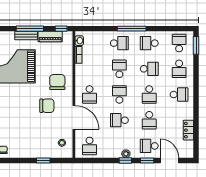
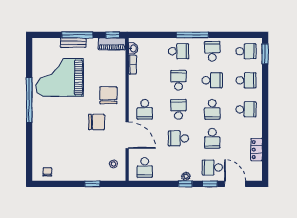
piano: (50, 37) -> (112, 44), moved
school desk: (149, 43) -> (212, 51), turned 90
school desk: (179, 43) -> (246, 51), turned 90
school desk: (179, 69) -> (246, 80), turned -90

